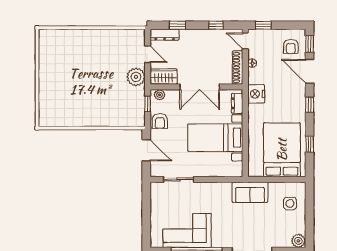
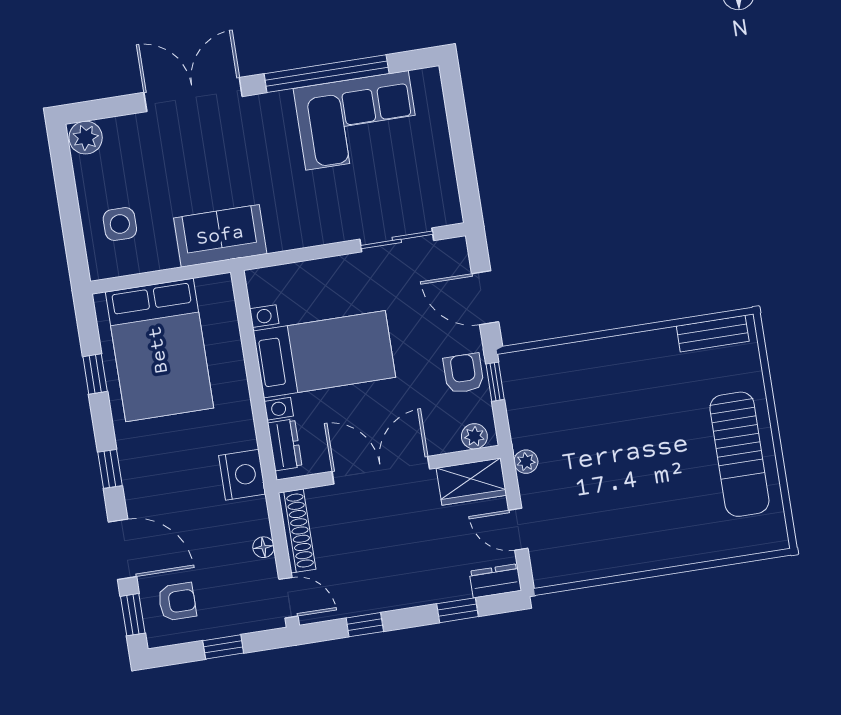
window: (263, 25) -> (223, 647), moved
dresser: (165, 35) -> (495, 581), width x0.70
armchair: (291, 46) -> (177, 602), turned 90
sun lounger: (53, 71) -> (739, 454), added
plant: (136, 77) -> (526, 462), width x0.53, depth x0.53
window: (148, 104) -> (495, 382), moved
bench: (56, 121) -> (713, 334), added

